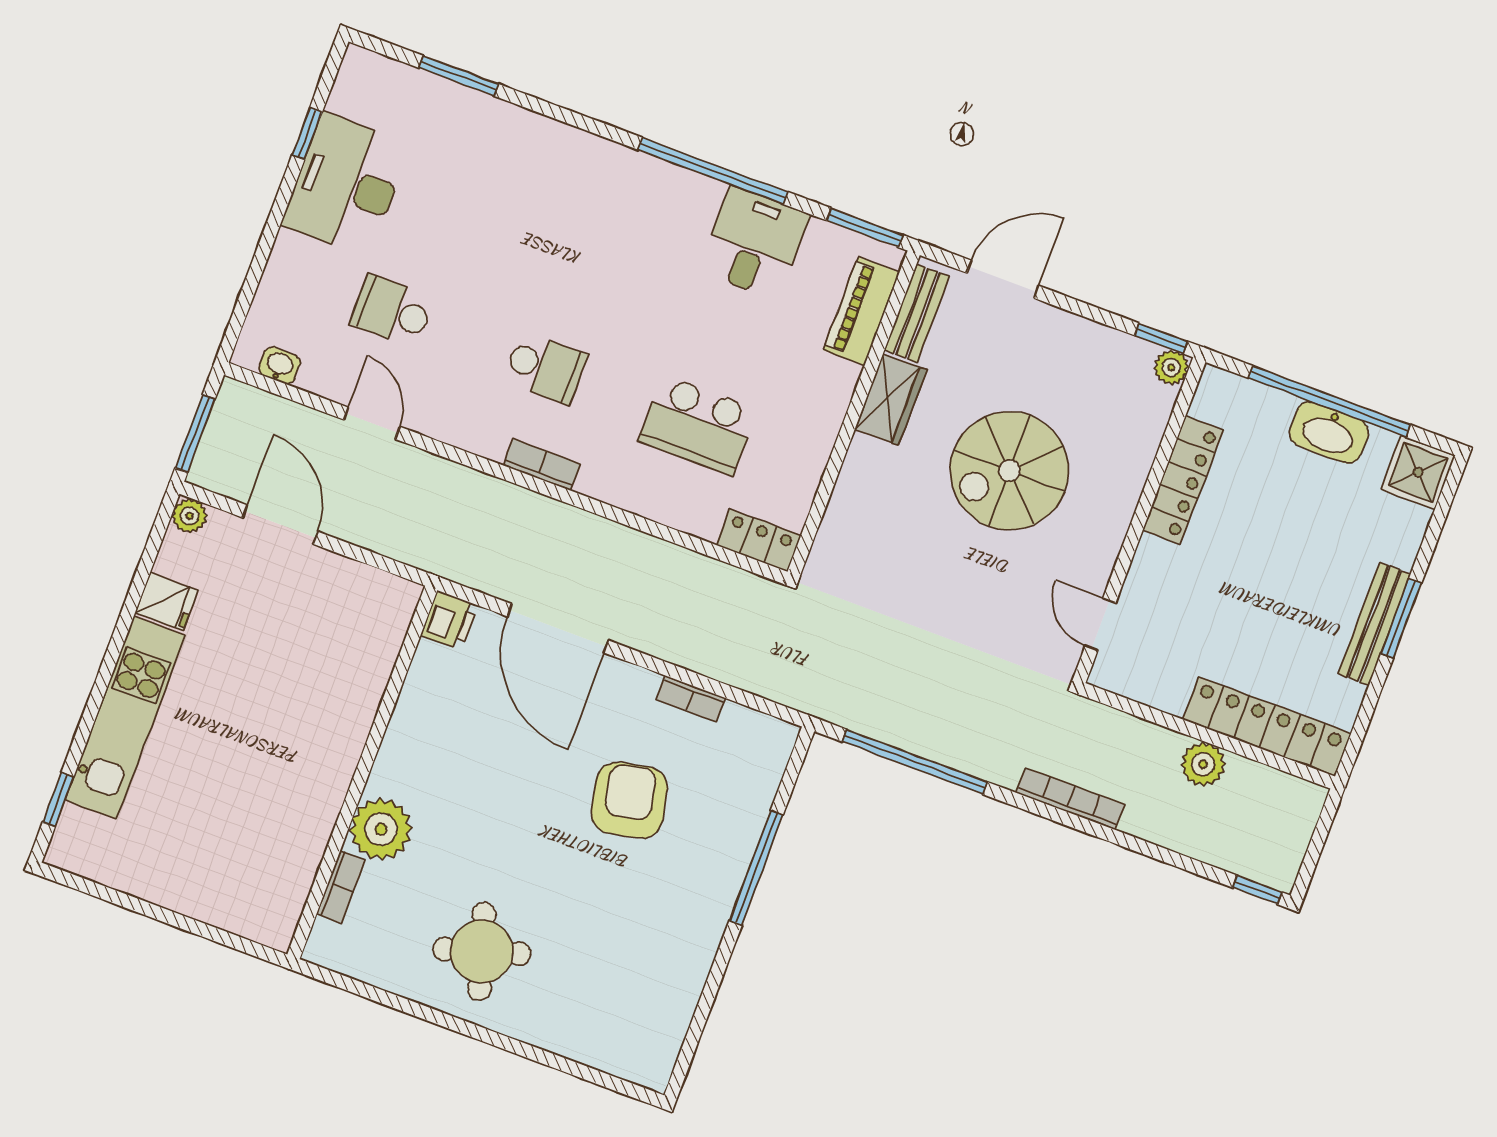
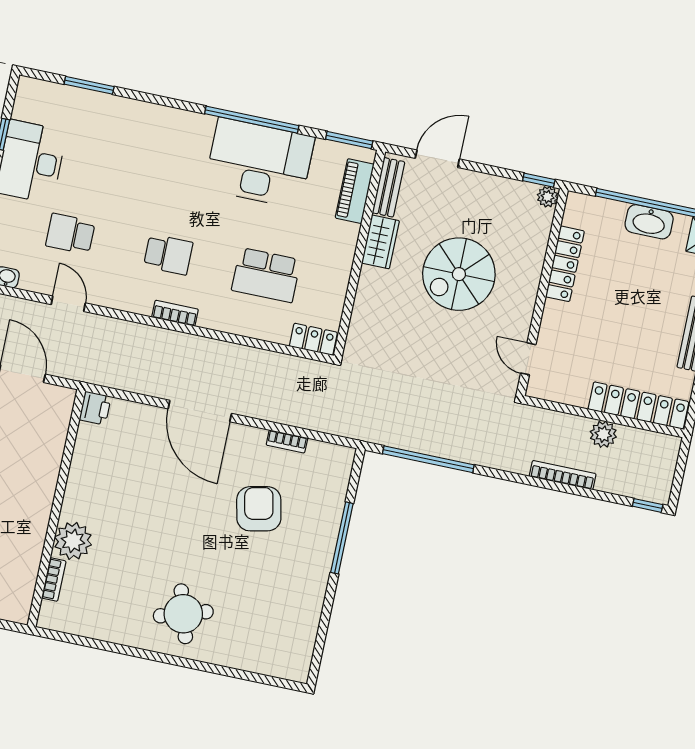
desk: (754, 243) -> (259, 163), width x1.87, depth x1.30
printer: (449, 620) -> (95, 408), moved
wall: (362, 772) -> (56, 508), moved
bookcase: (1070, 799) -> (563, 475), moved
plant: (381, 829) -> (73, 541), moved
bookcase: (341, 887) -> (54, 579), moved

